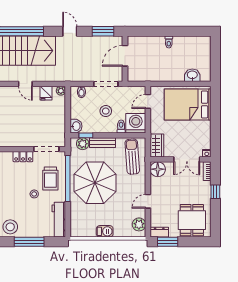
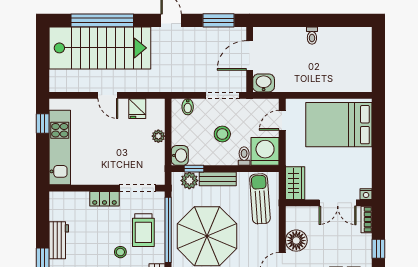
washbasin: (192, 75) -> (264, 83), moved
plant: (61, 91) -> (158, 136), moved
floor lamp: (158, 169) -> (296, 241), moved

